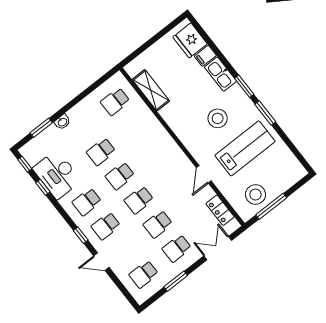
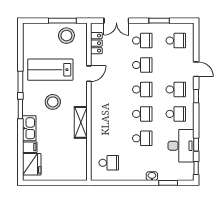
shelving: (151, 90) -> (81, 122), moved

